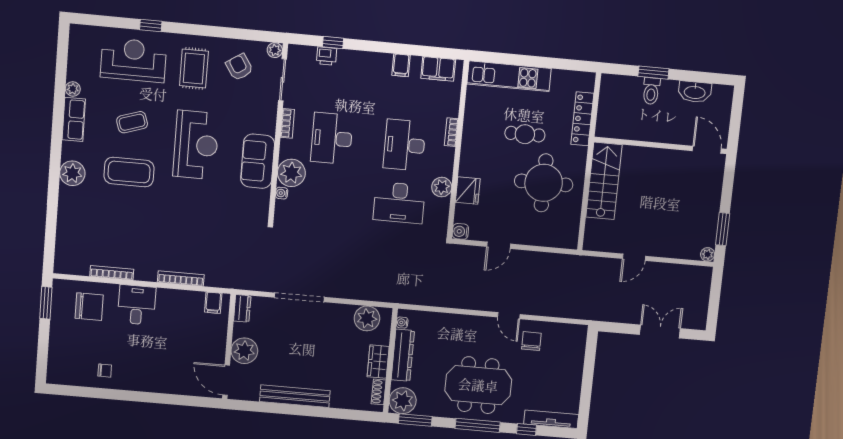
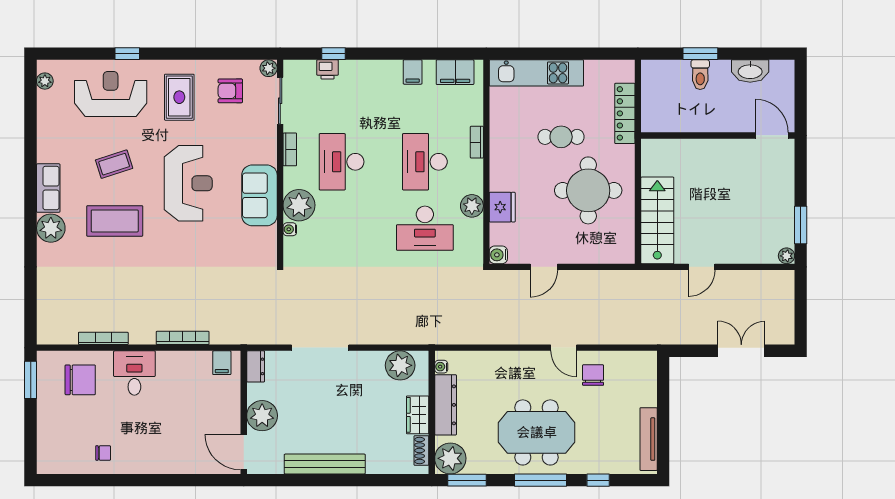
armchair: (239, 67) -> (230, 91), turned -57
plant: (73, 89) -> (45, 81), moved
row of seats: (74, 119) -> (48, 188), moved
stairs: (604, 181) -> (657, 220), moved
tv unit: (551, 419) -> (649, 439), moved, turned -90

